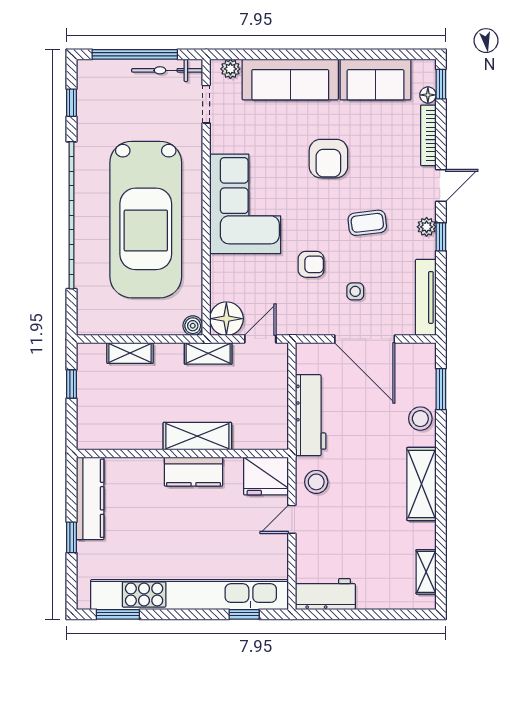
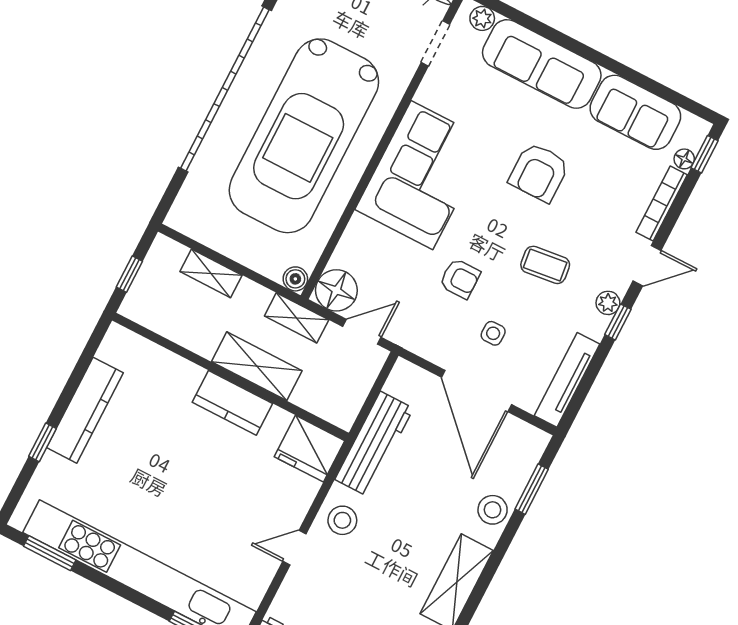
shelving: (197, 436) -> (257, 366), moved
wall: (182, 453) -> (230, 377), moved
kitchen counter: (193, 472) -> (232, 403), moved
fridge: (266, 476) -> (309, 449), moved

